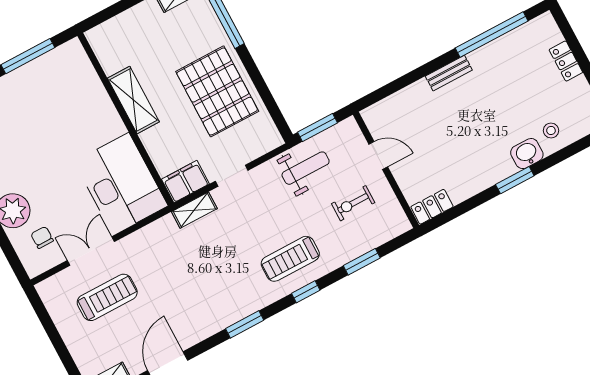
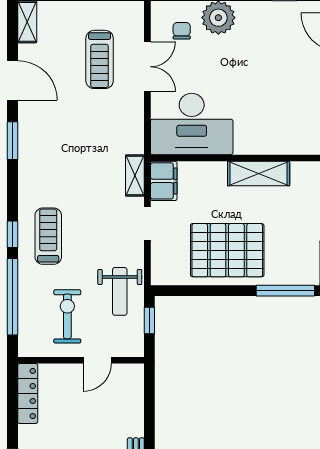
window: (318, 127) -> (149, 321), width x0.67
exercise bike: (353, 203) -> (67, 316), width x1.38, depth x1.39
locker: (432, 207) -> (28, 394), width x1.53
chair: (42, 237) -> (182, 31), turned -90
window: (362, 262) -> (12, 297), width x2.11
window: (245, 324) -> (12, 141), moved

